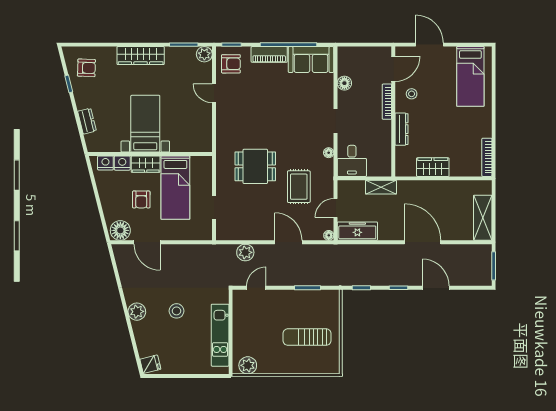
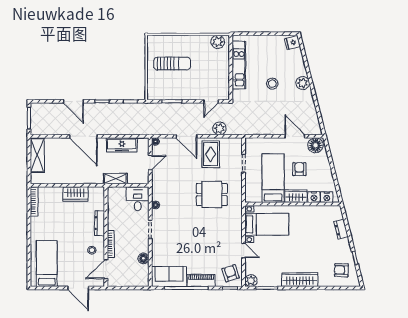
armchair: (231, 64) -> (230, 273), turned 72
bed with nightstands: (145, 124) -> (267, 224), moved, turned -90
rug: (299, 187) -> (211, 154), moved
freezer: (357, 231) -> (122, 145), moved

